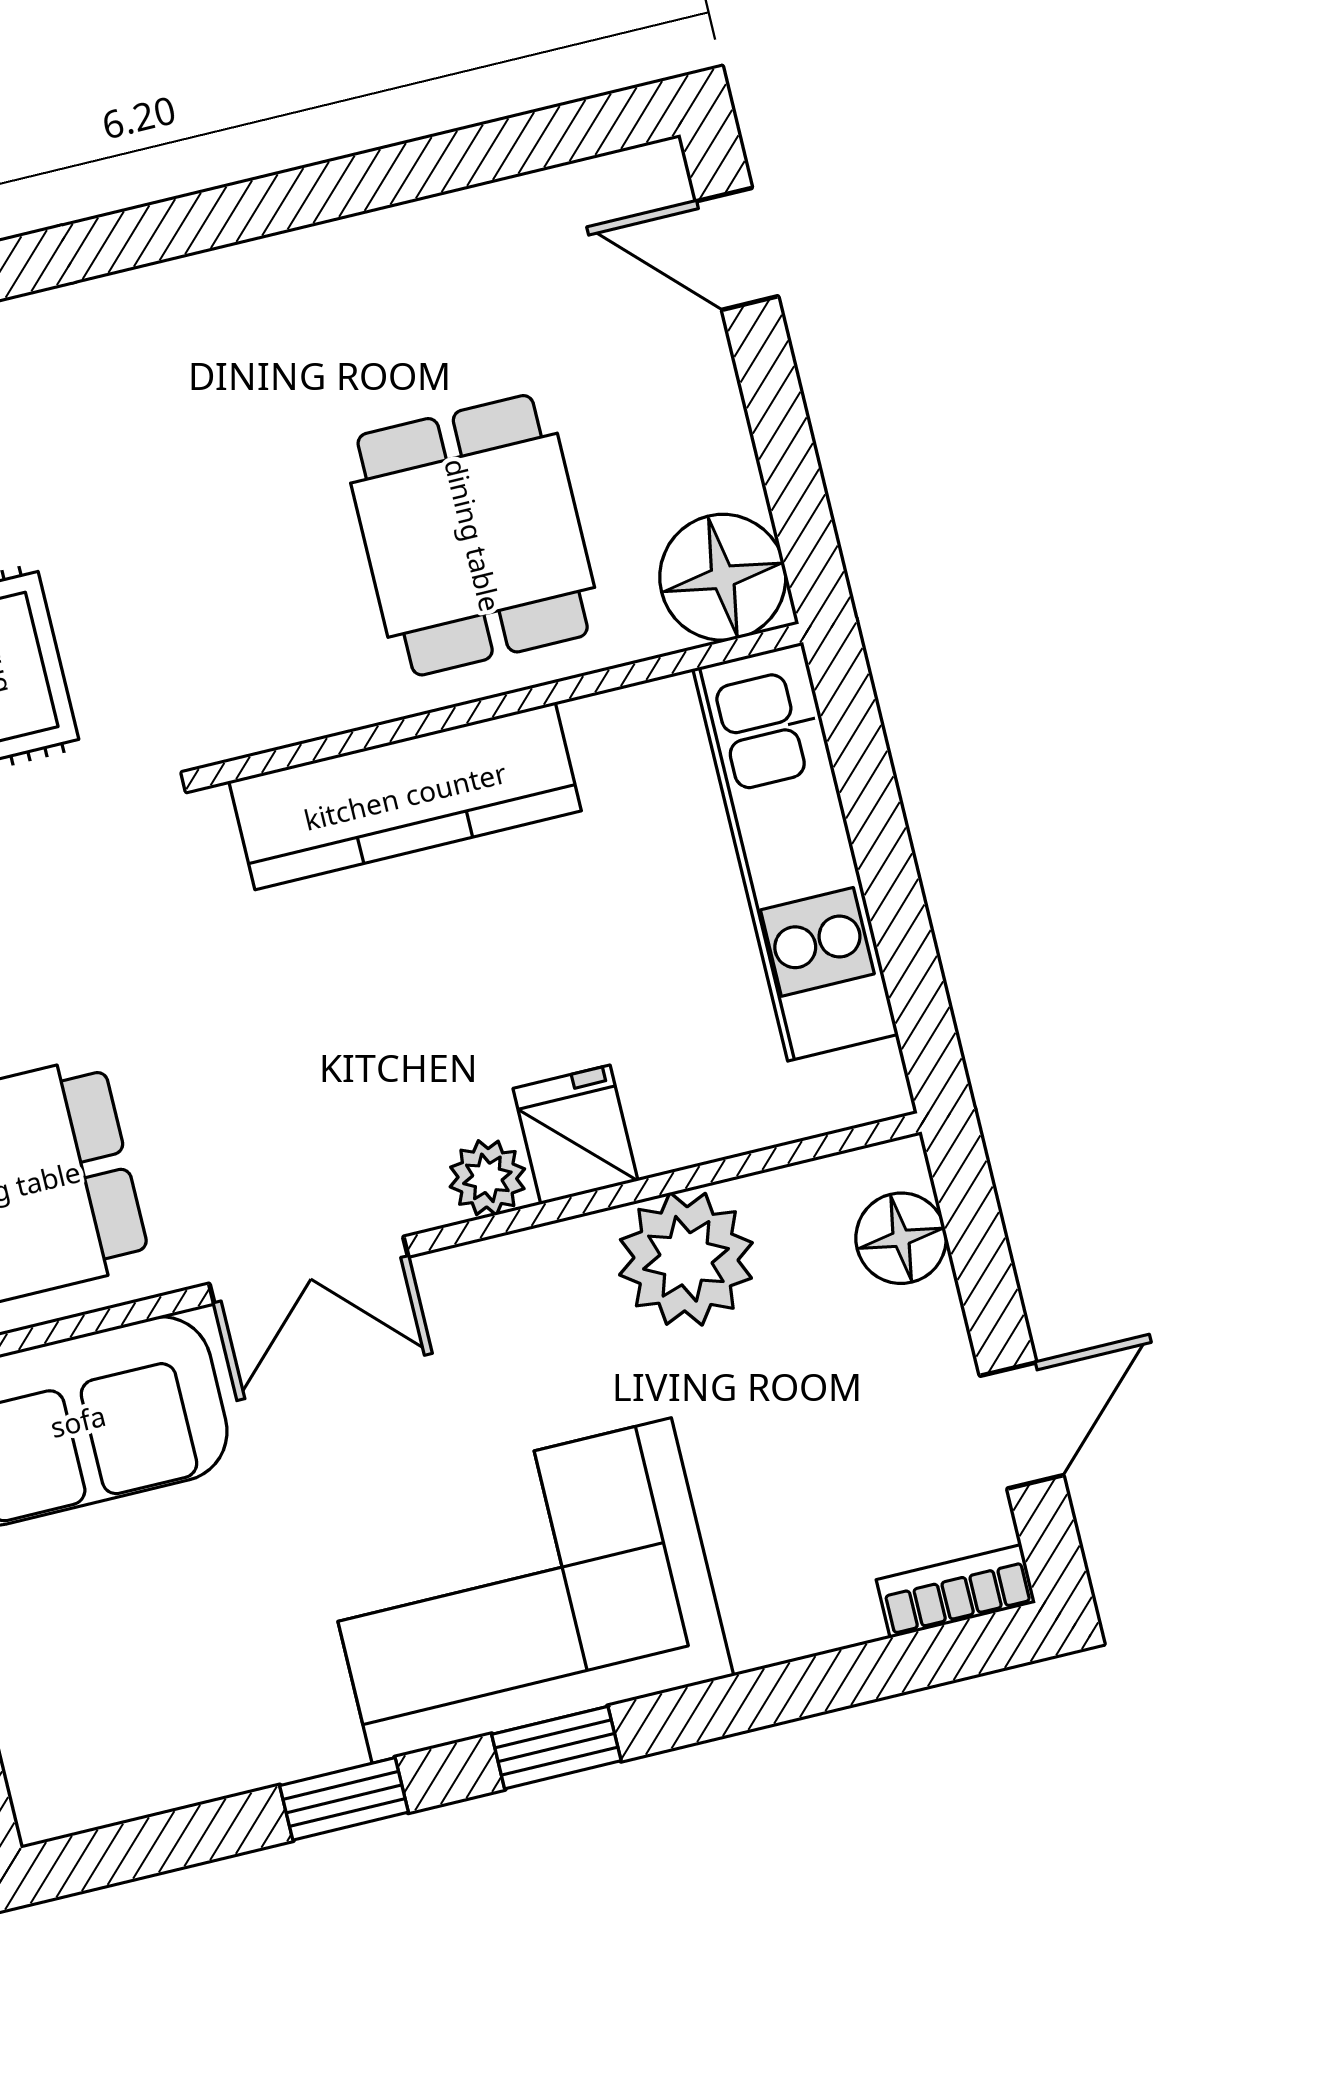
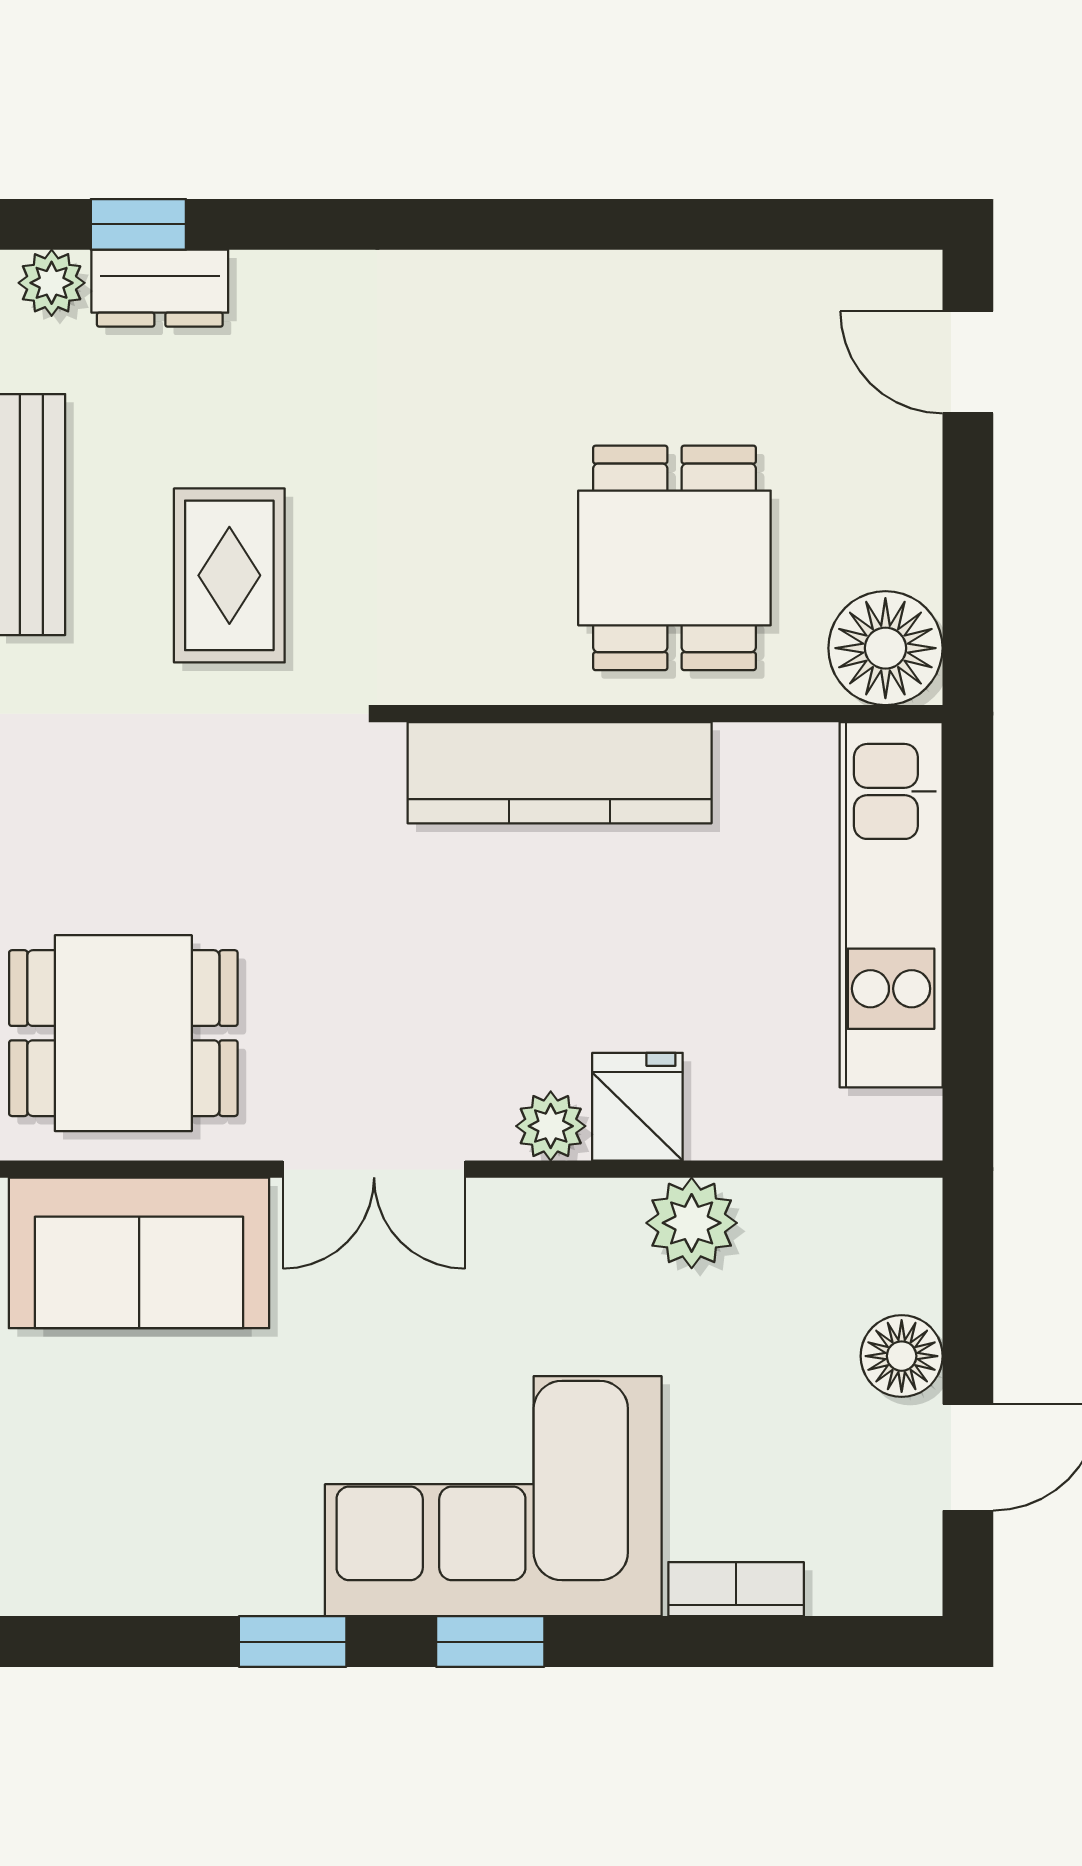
floor lamp: (901, 1238) -> (902, 1356), moved
plant: (686, 1259) -> (692, 1223), width x0.73, depth x0.73
bookcase: (956, 1591) -> (736, 1589), moved

